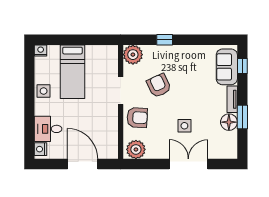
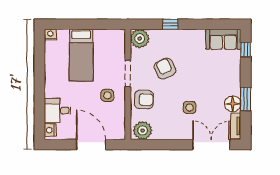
sofa: (227, 67) -> (223, 39), moved, turned -90
side table: (44, 91) -> (107, 95), moved
tv unit: (232, 99) -> (236, 126), moved
double door: (188, 164) -> (211, 145), moved

